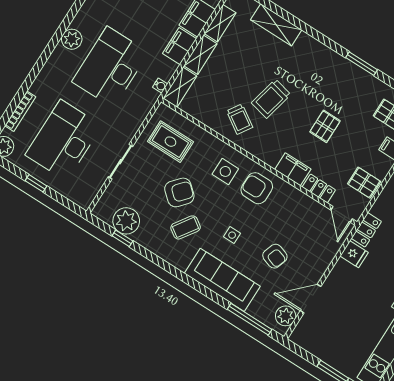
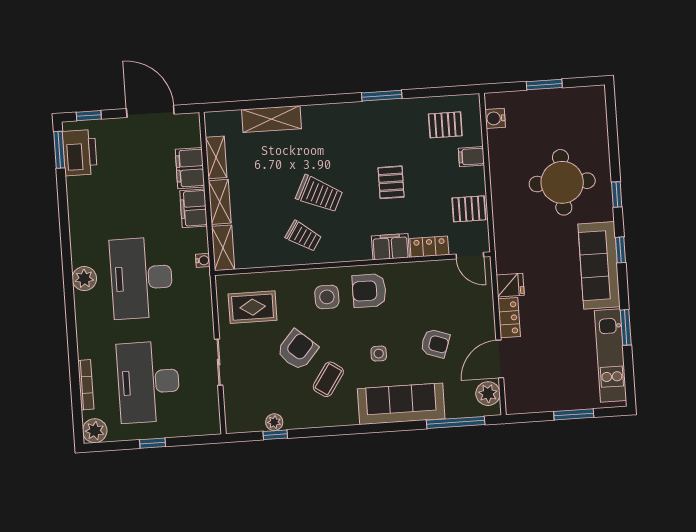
trolley: (271, 99) -> (319, 194), turned -77
plant: (126, 221) -> (274, 422), width x0.53, depth x0.53
locker: (366, 230) -> (509, 318), moved

